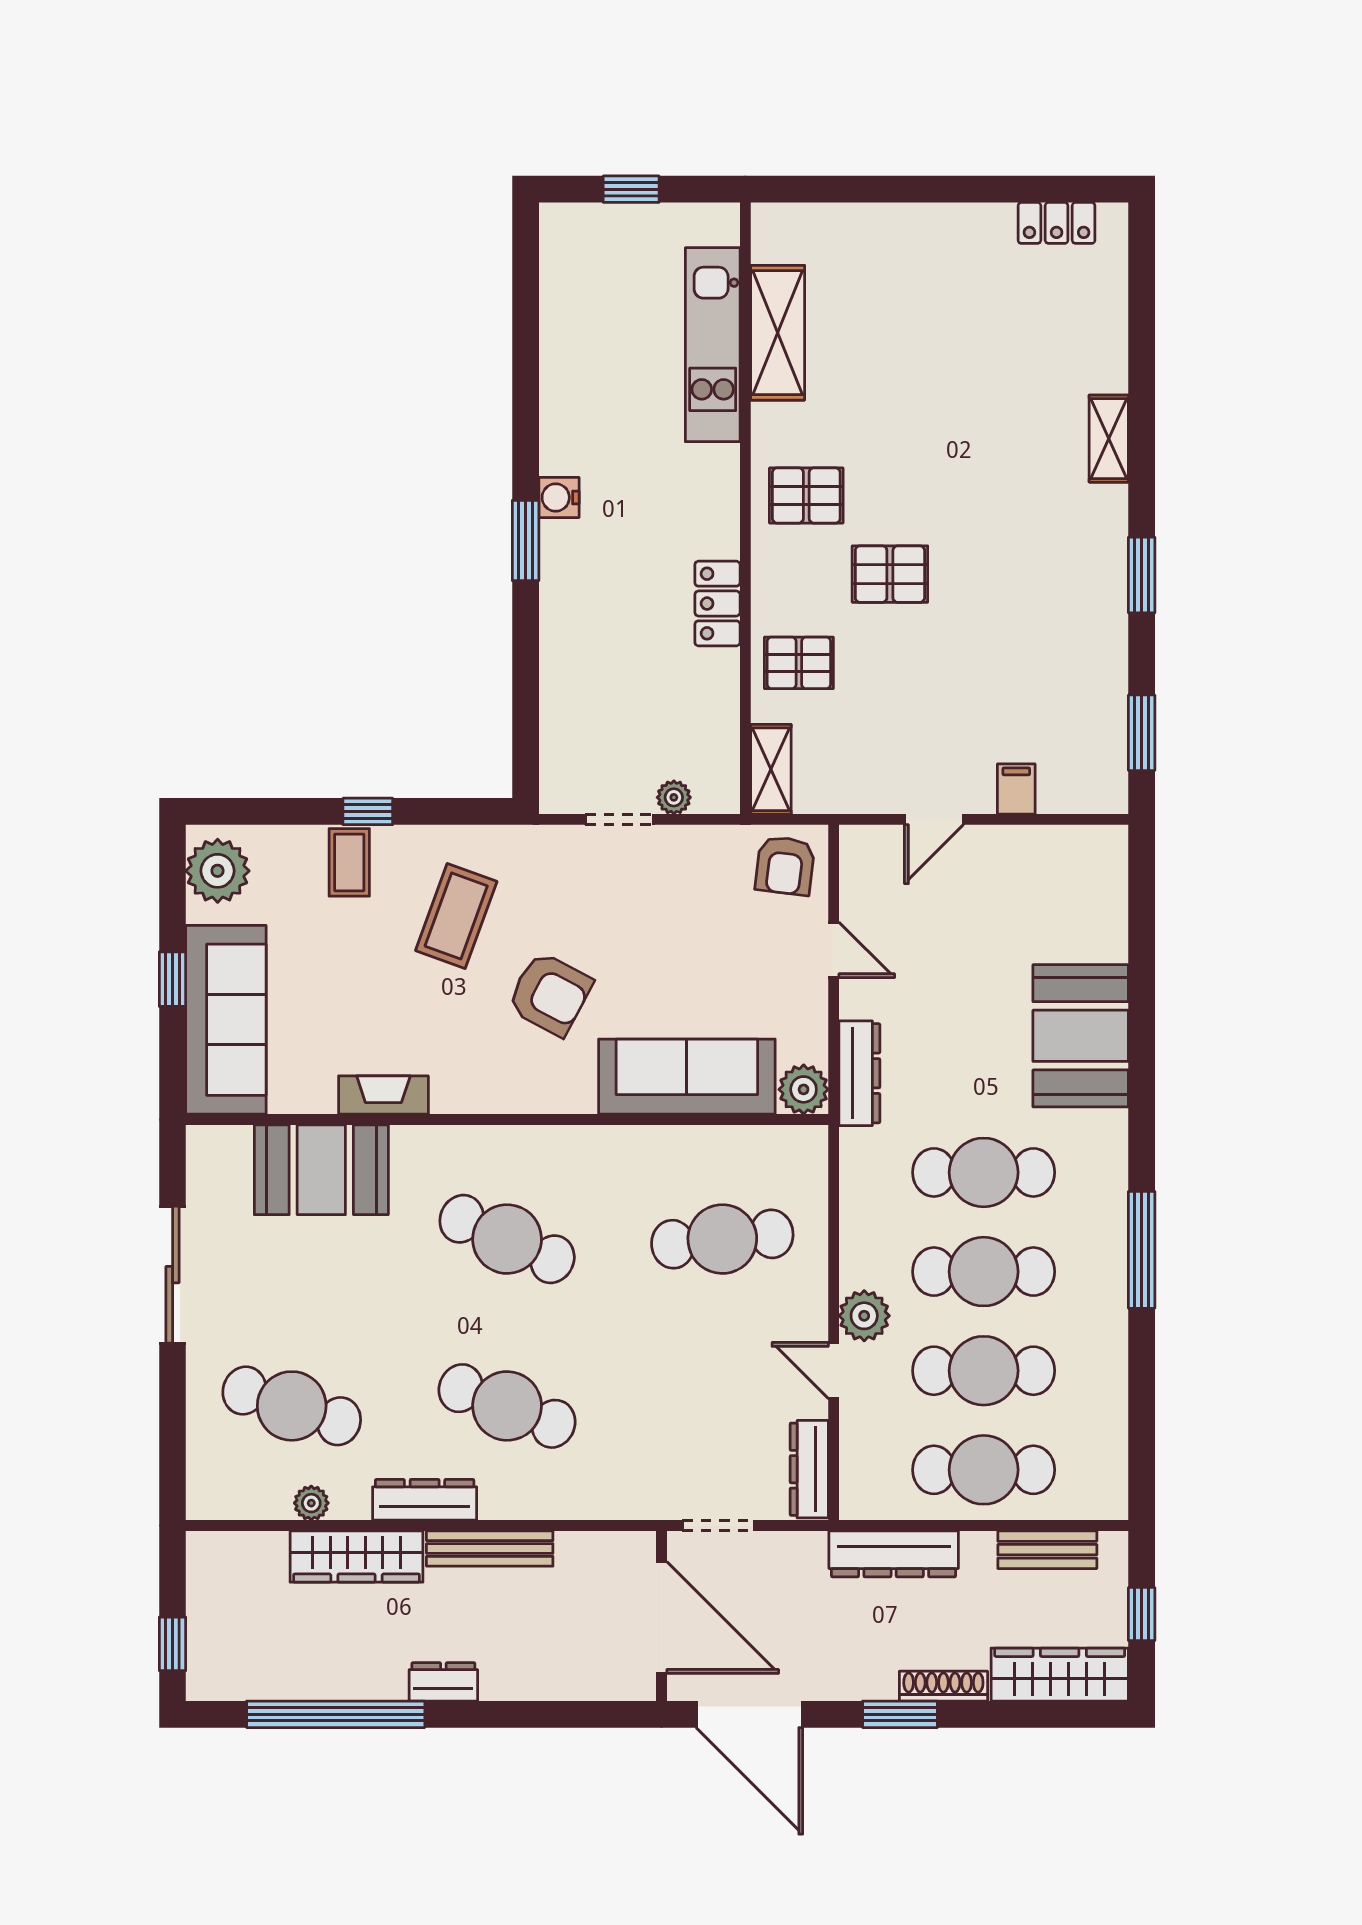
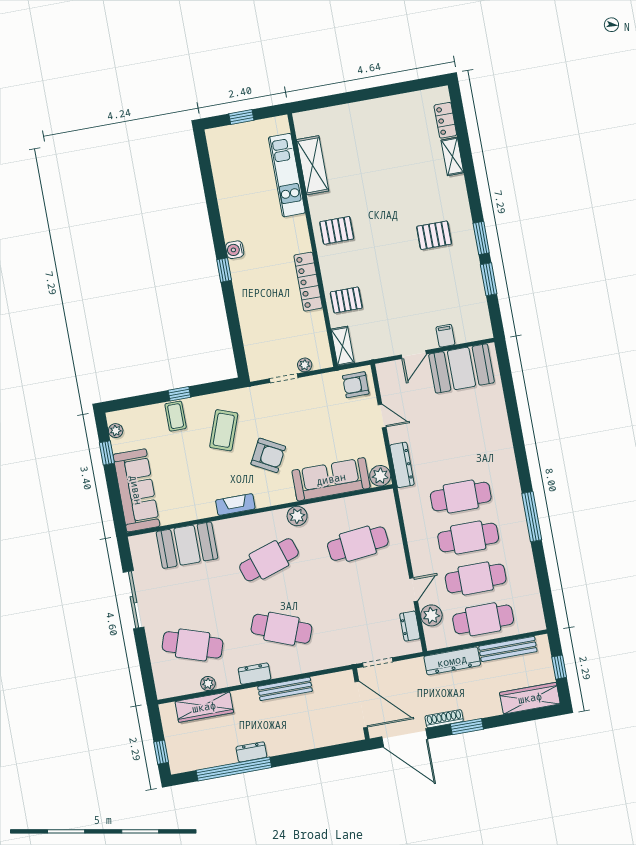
locker: (1057, 223) -> (445, 120), moved, turned 90
shelving: (1109, 439) -> (452, 156), moved
window: (526, 540) -> (224, 270), width x0.67
pallet: (890, 574) -> (434, 235), moved
locker: (717, 604) -> (308, 282), width x1.53
window: (1142, 733) -> (489, 279), moved
armchair: (785, 866) -> (356, 385), turned 83
plant: (218, 871) -> (116, 431), width x0.53, depth x0.53
window: (173, 979) -> (107, 453), moved
booth: (1081, 1036) -> (461, 368), moved, turned 90
fireplace: (383, 1095) -> (235, 504), moved
plant: (592, 1148) -> (297, 516), added
cafe table: (507, 1239) -> (269, 560), turned -42
plant: (864, 1316) -> (431, 615), moved
door: (834, 1371) -> (414, 590), swing flipped
dresser: (809, 1469) -> (410, 626), width x0.70
dresser: (425, 1500) -> (254, 674), width x0.70
bench: (1047, 1550) -> (508, 649), width x1.36
wardrobe: (356, 1556) -> (204, 707), moved
dresser: (443, 1682) -> (251, 752), moved
shoe rack: (943, 1686) -> (444, 719), moved

